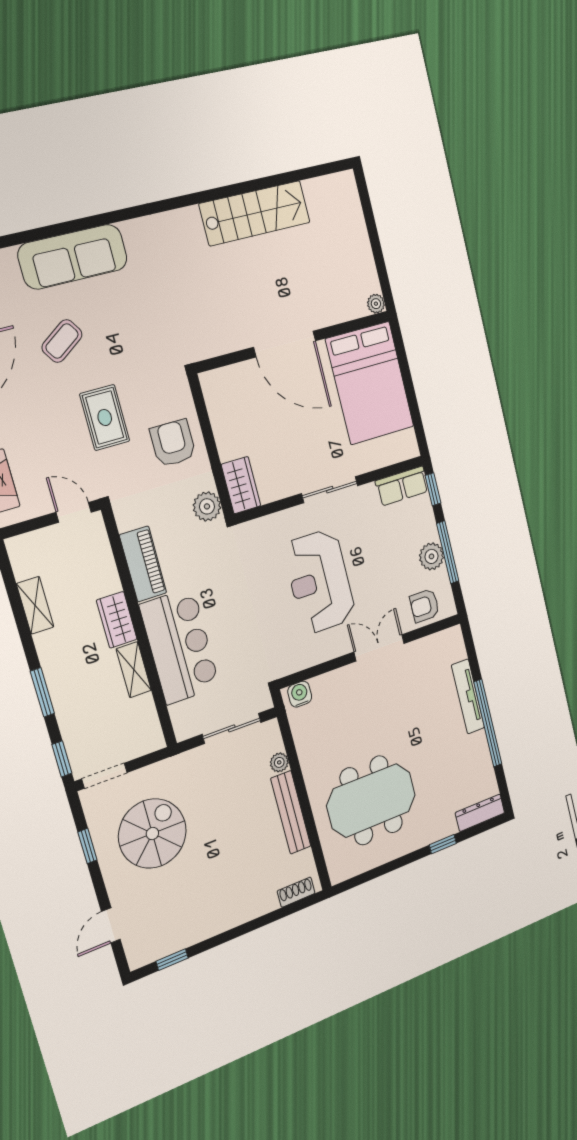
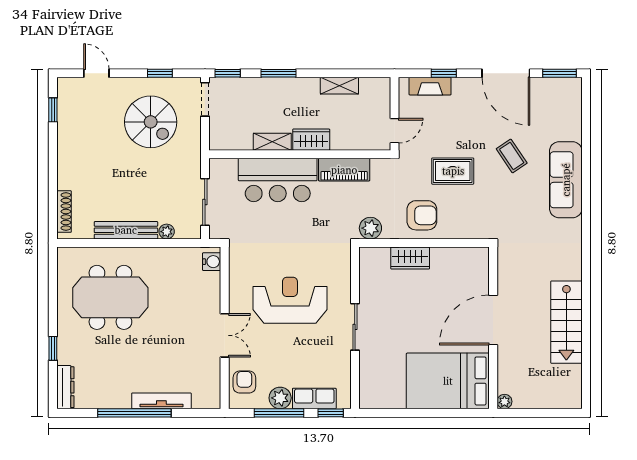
plant: (376, 304) -> (504, 402), moved
wall: (294, 341) -> (493, 328), moved
door: (285, 344) -> (493, 320), moved
bed: (370, 383) -> (448, 381), moved
wardrobe: (241, 485) -> (410, 258), moved
row of seats: (402, 486) -> (314, 398), moved, turned 90
meeting table: (371, 800) -> (110, 297), turned 90
shoe rack: (296, 892) -> (64, 212), width x1.43

